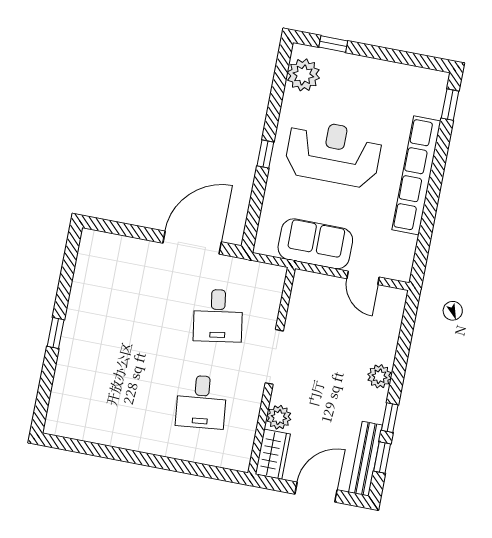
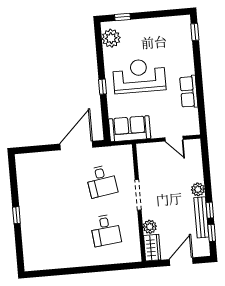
row of seats: (416, 175) -> (189, 92), width x0.50
sofa: (315, 244) -> (130, 129), moved
bench: (366, 459) -> (201, 217), moved

